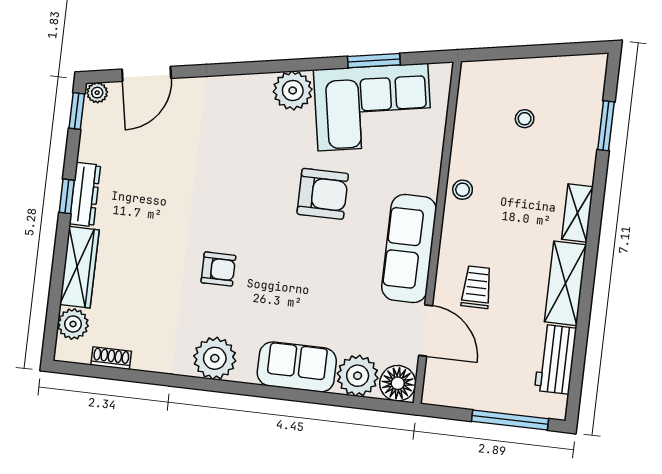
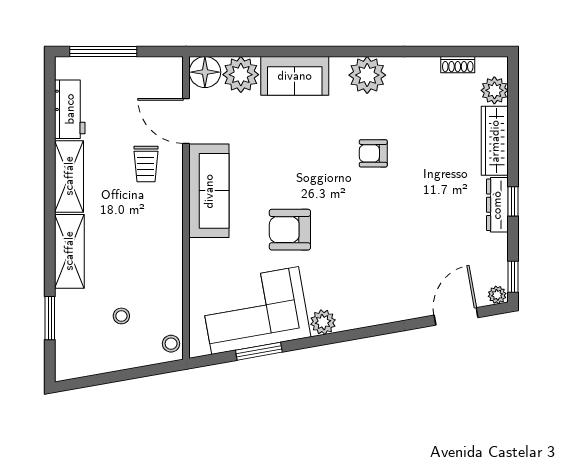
plant: (293, 91) -> (323, 322), width x0.73, depth x0.73
stool: (463, 190) -> (171, 344), moved
shelving: (577, 213) -> (69, 251), width x1.50, depth x1.33

